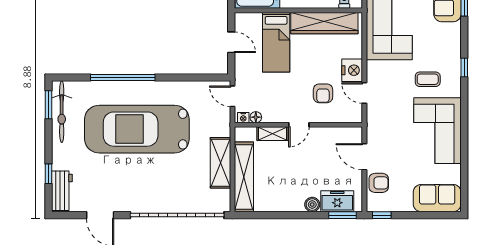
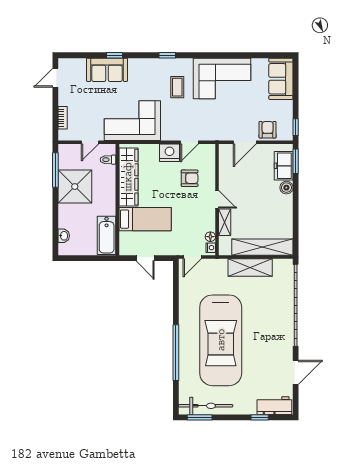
door: (231, 42) -> (145, 258), swing flipped

